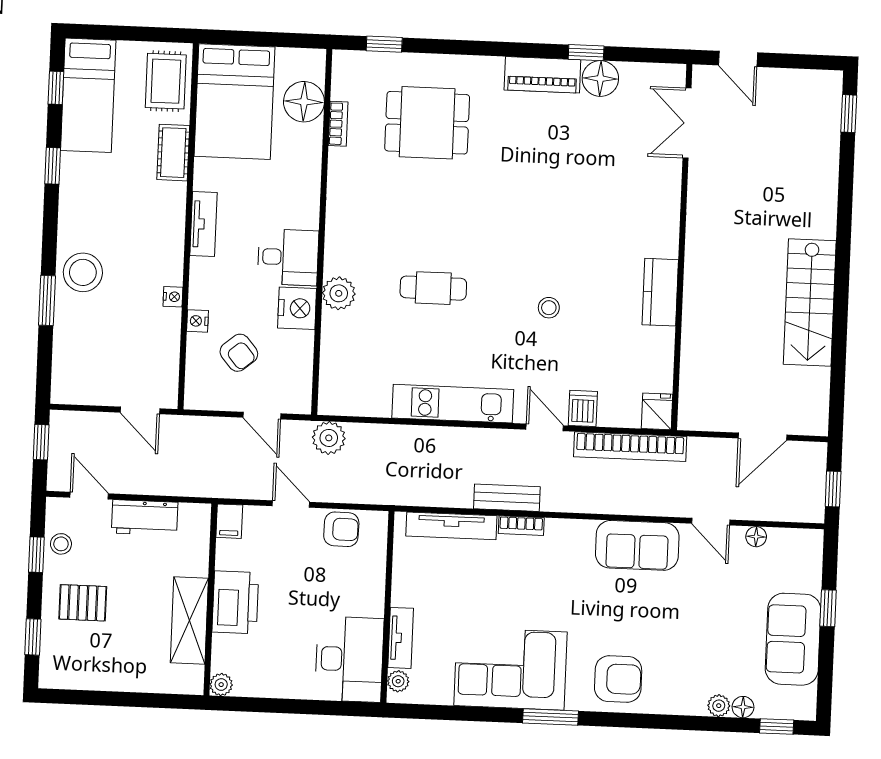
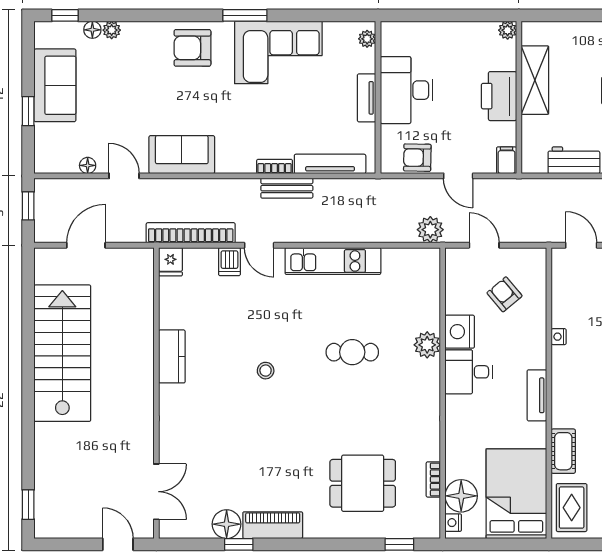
stairs: (810, 303) -> (62, 353), width x1.36, depth x1.51
stool: (549, 308) -> (266, 371), moved
nightstand: (198, 321) -> (453, 523), moved, turned 180
tv unit: (401, 638) -> (367, 98), moved
desk: (349, 659) -> (407, 90), moved

